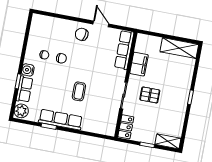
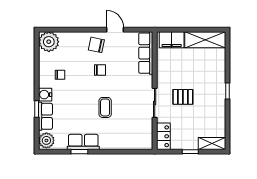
plant: (40, 24) -> (49, 42), added
chair: (61, 58) -> (100, 70), moved
filing cabinet: (139, 64) -> (172, 40), moved, turned 90
row of seats: (61, 120) -> (83, 142), width x0.68

